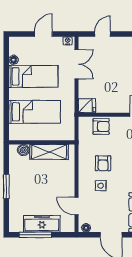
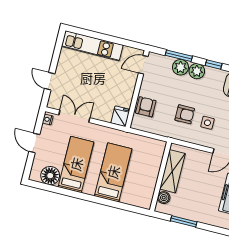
floor lamp: (13, 60) -> (50, 176), width x1.89, depth x1.89
wall: (42, 142) -> (161, 176), moved
boiler: (23, 150) -> (164, 198), moved
shelving: (49, 152) -> (172, 171), moved

